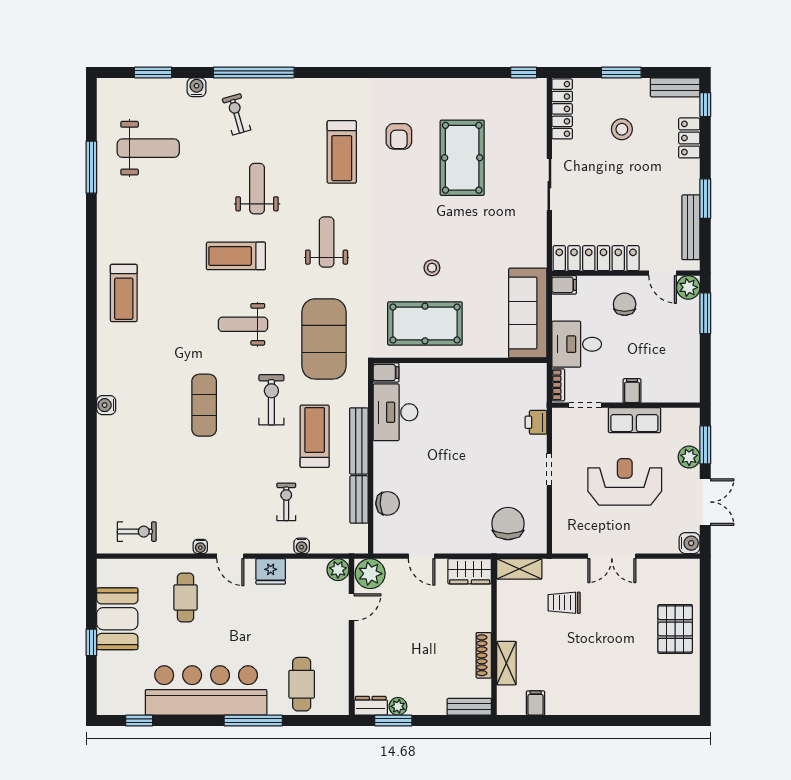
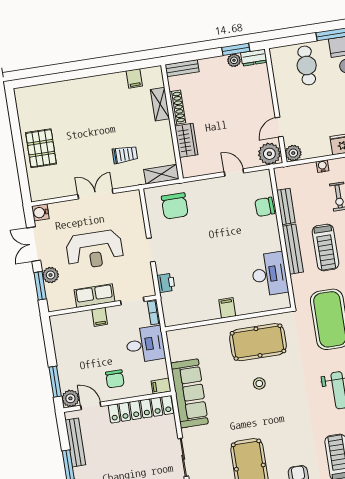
sofa: (528, 313) -> (189, 393), moved
filing cabinet: (386, 373) -> (227, 308), moved, turned 90
wardrobe: (470, 571) -> (186, 140), moved, turned 90

